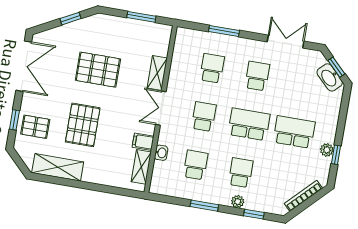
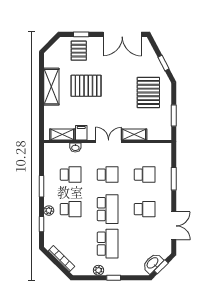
pallet: (98, 70) -> (148, 92), moved
window: (336, 155) -> (114, 278), moved
shelving: (58, 167) -> (51, 87), moved

